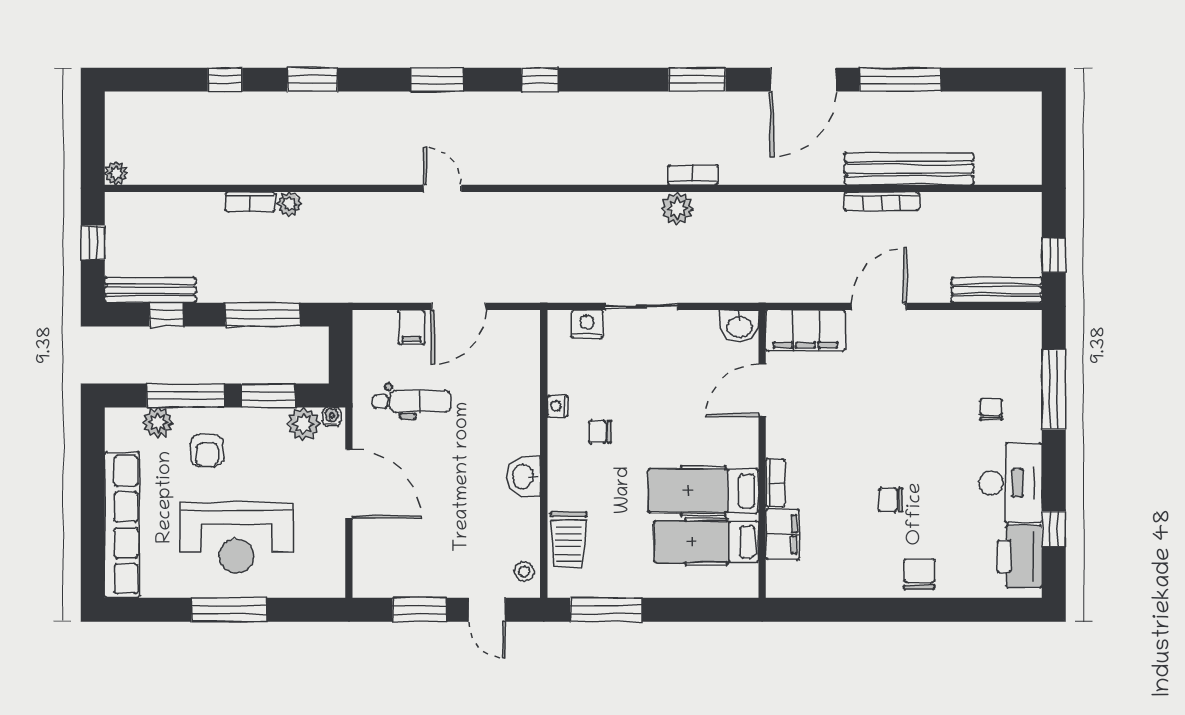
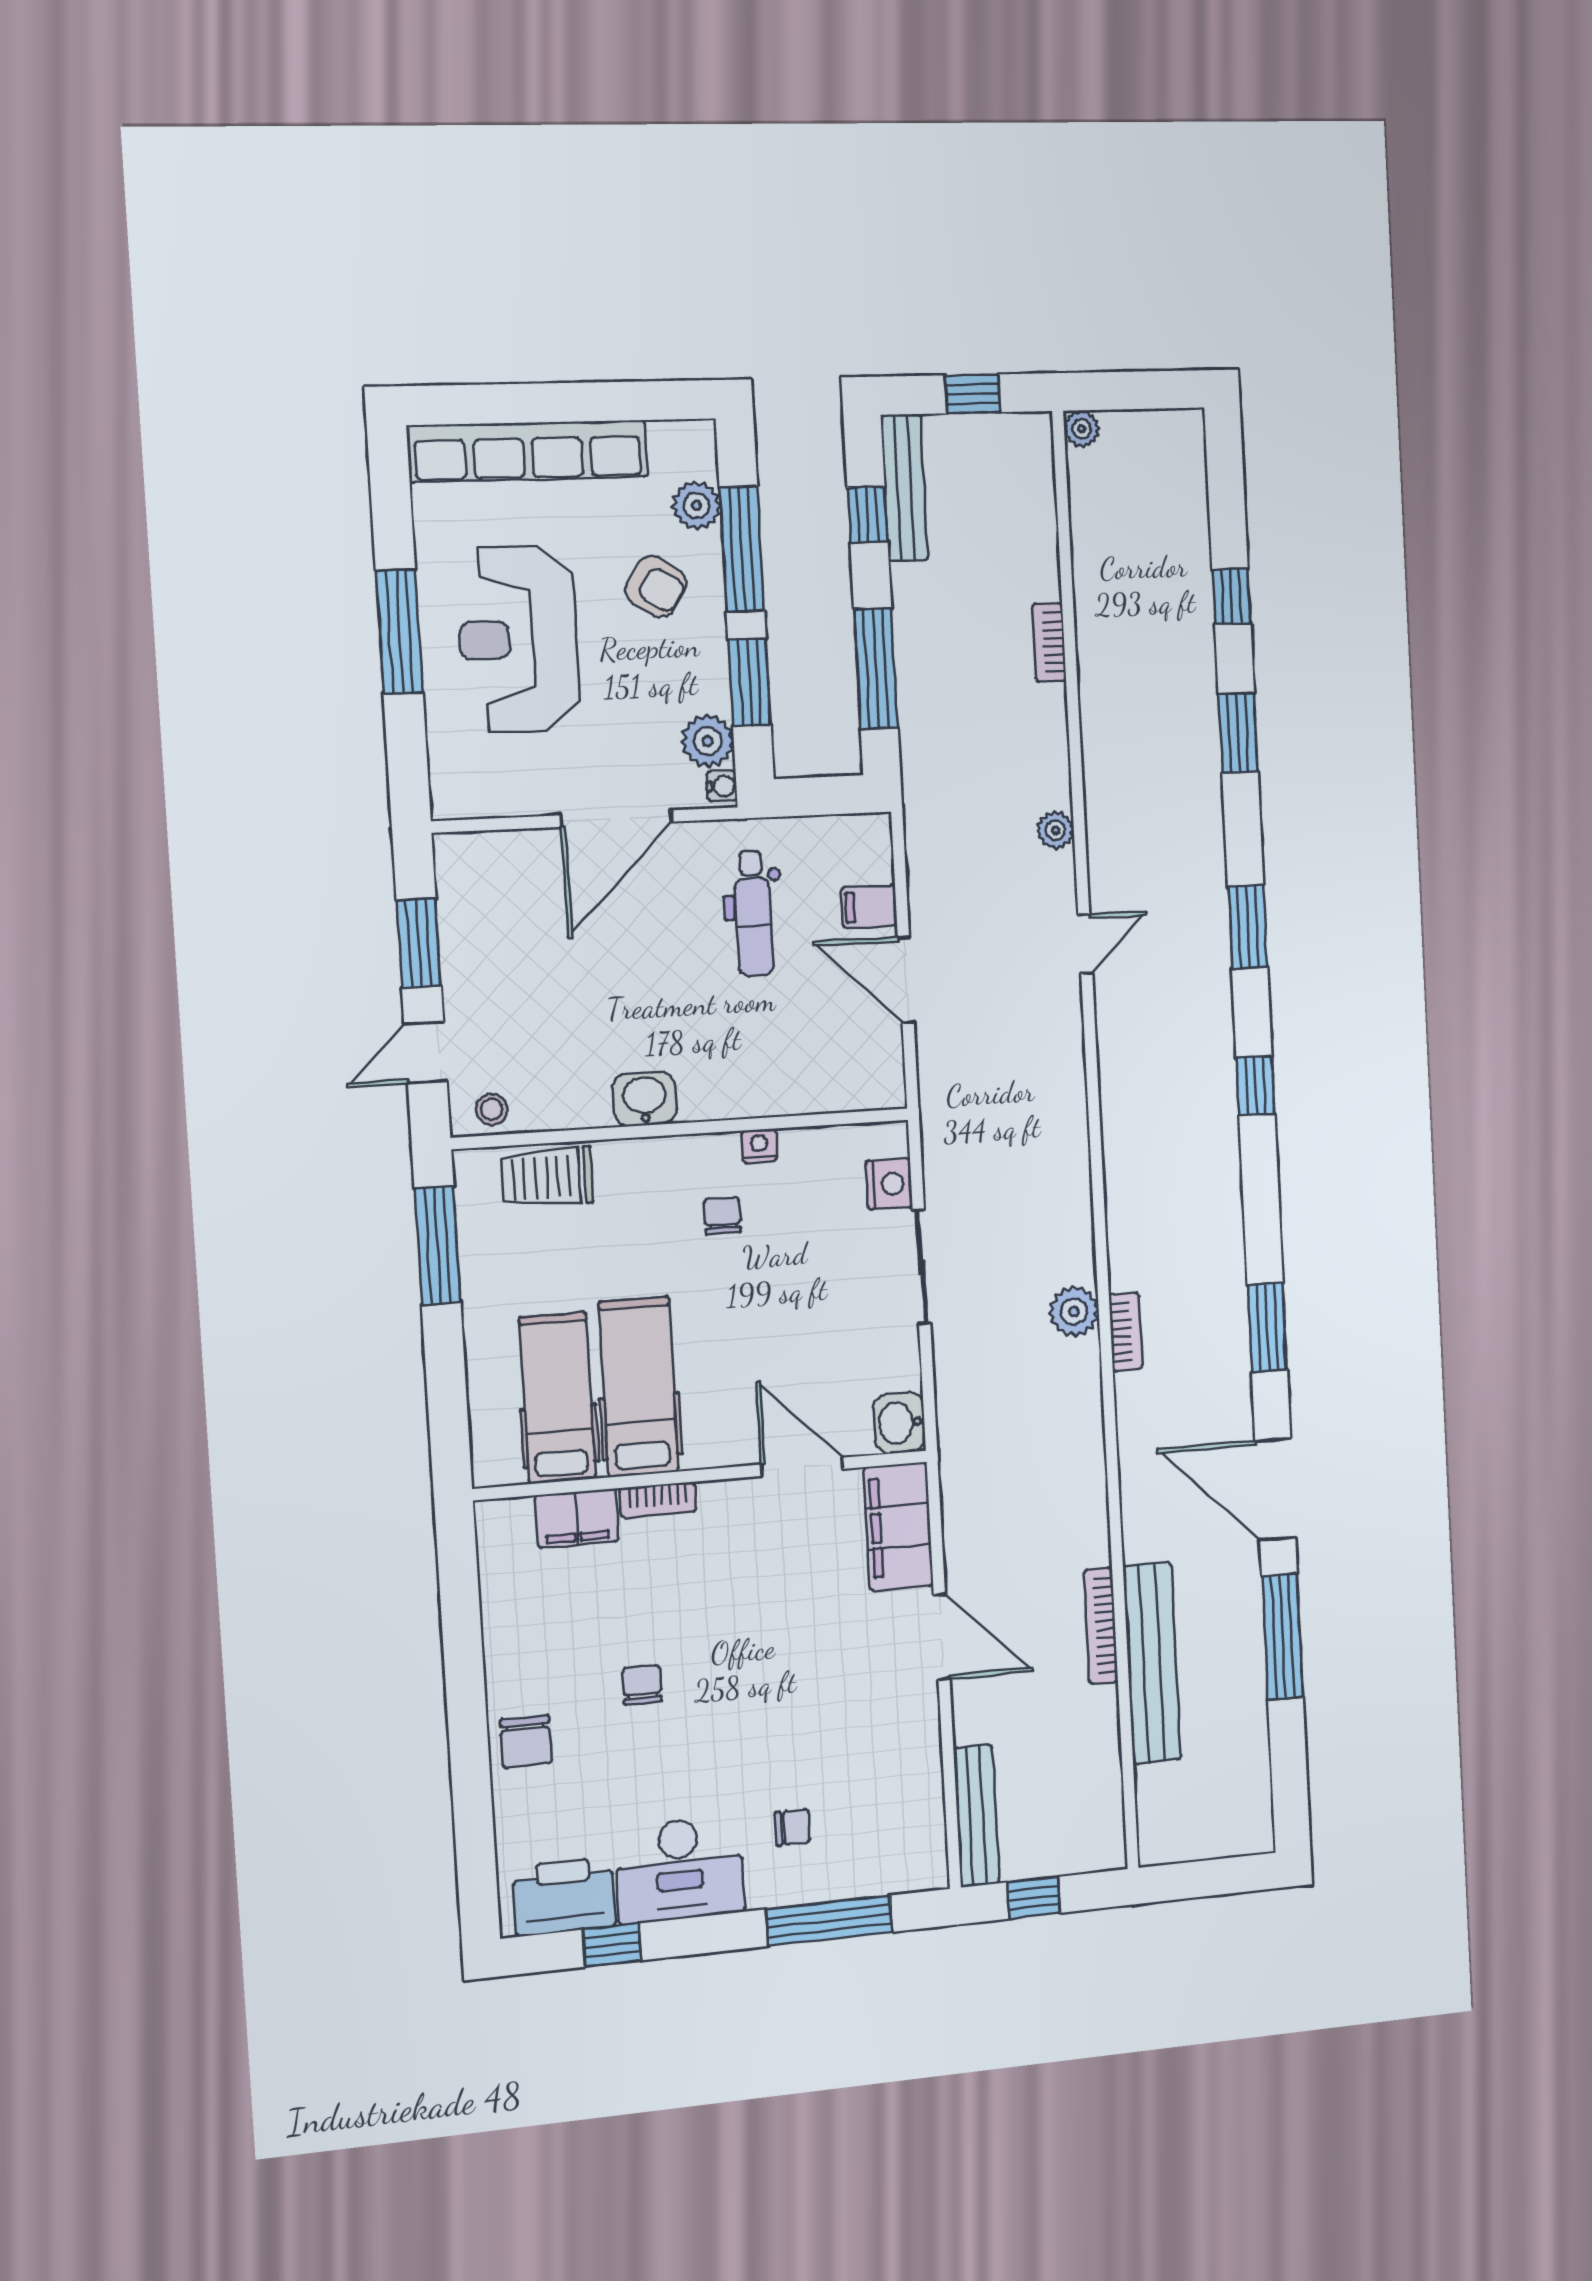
plant: (289, 204) -> (1056, 830), moved
armchair: (207, 451) -> (656, 587), turned -147
chair: (919, 574) -> (526, 1741), turned 90

